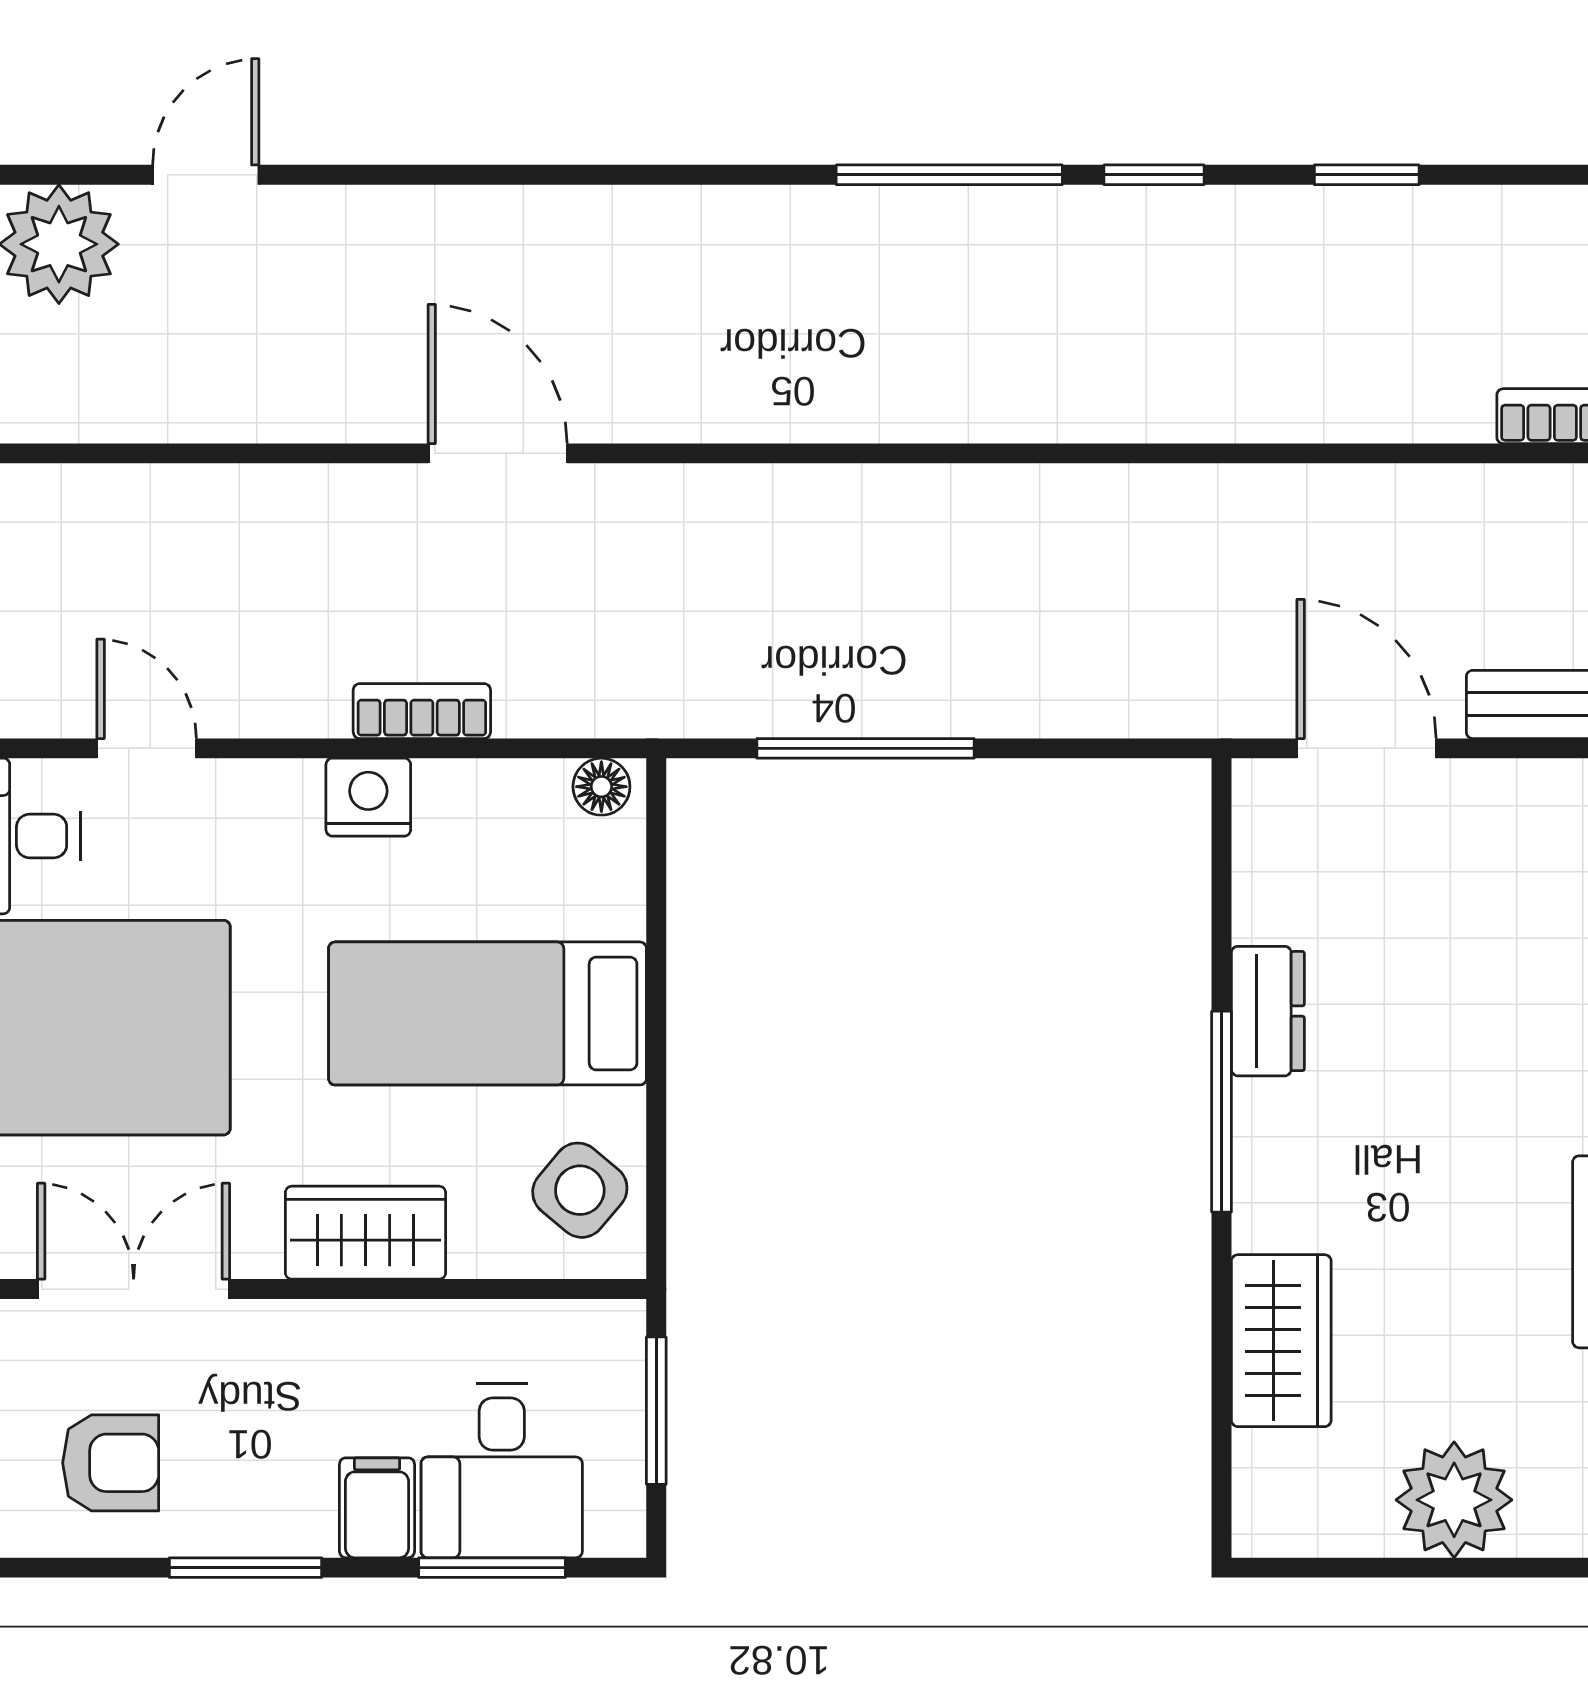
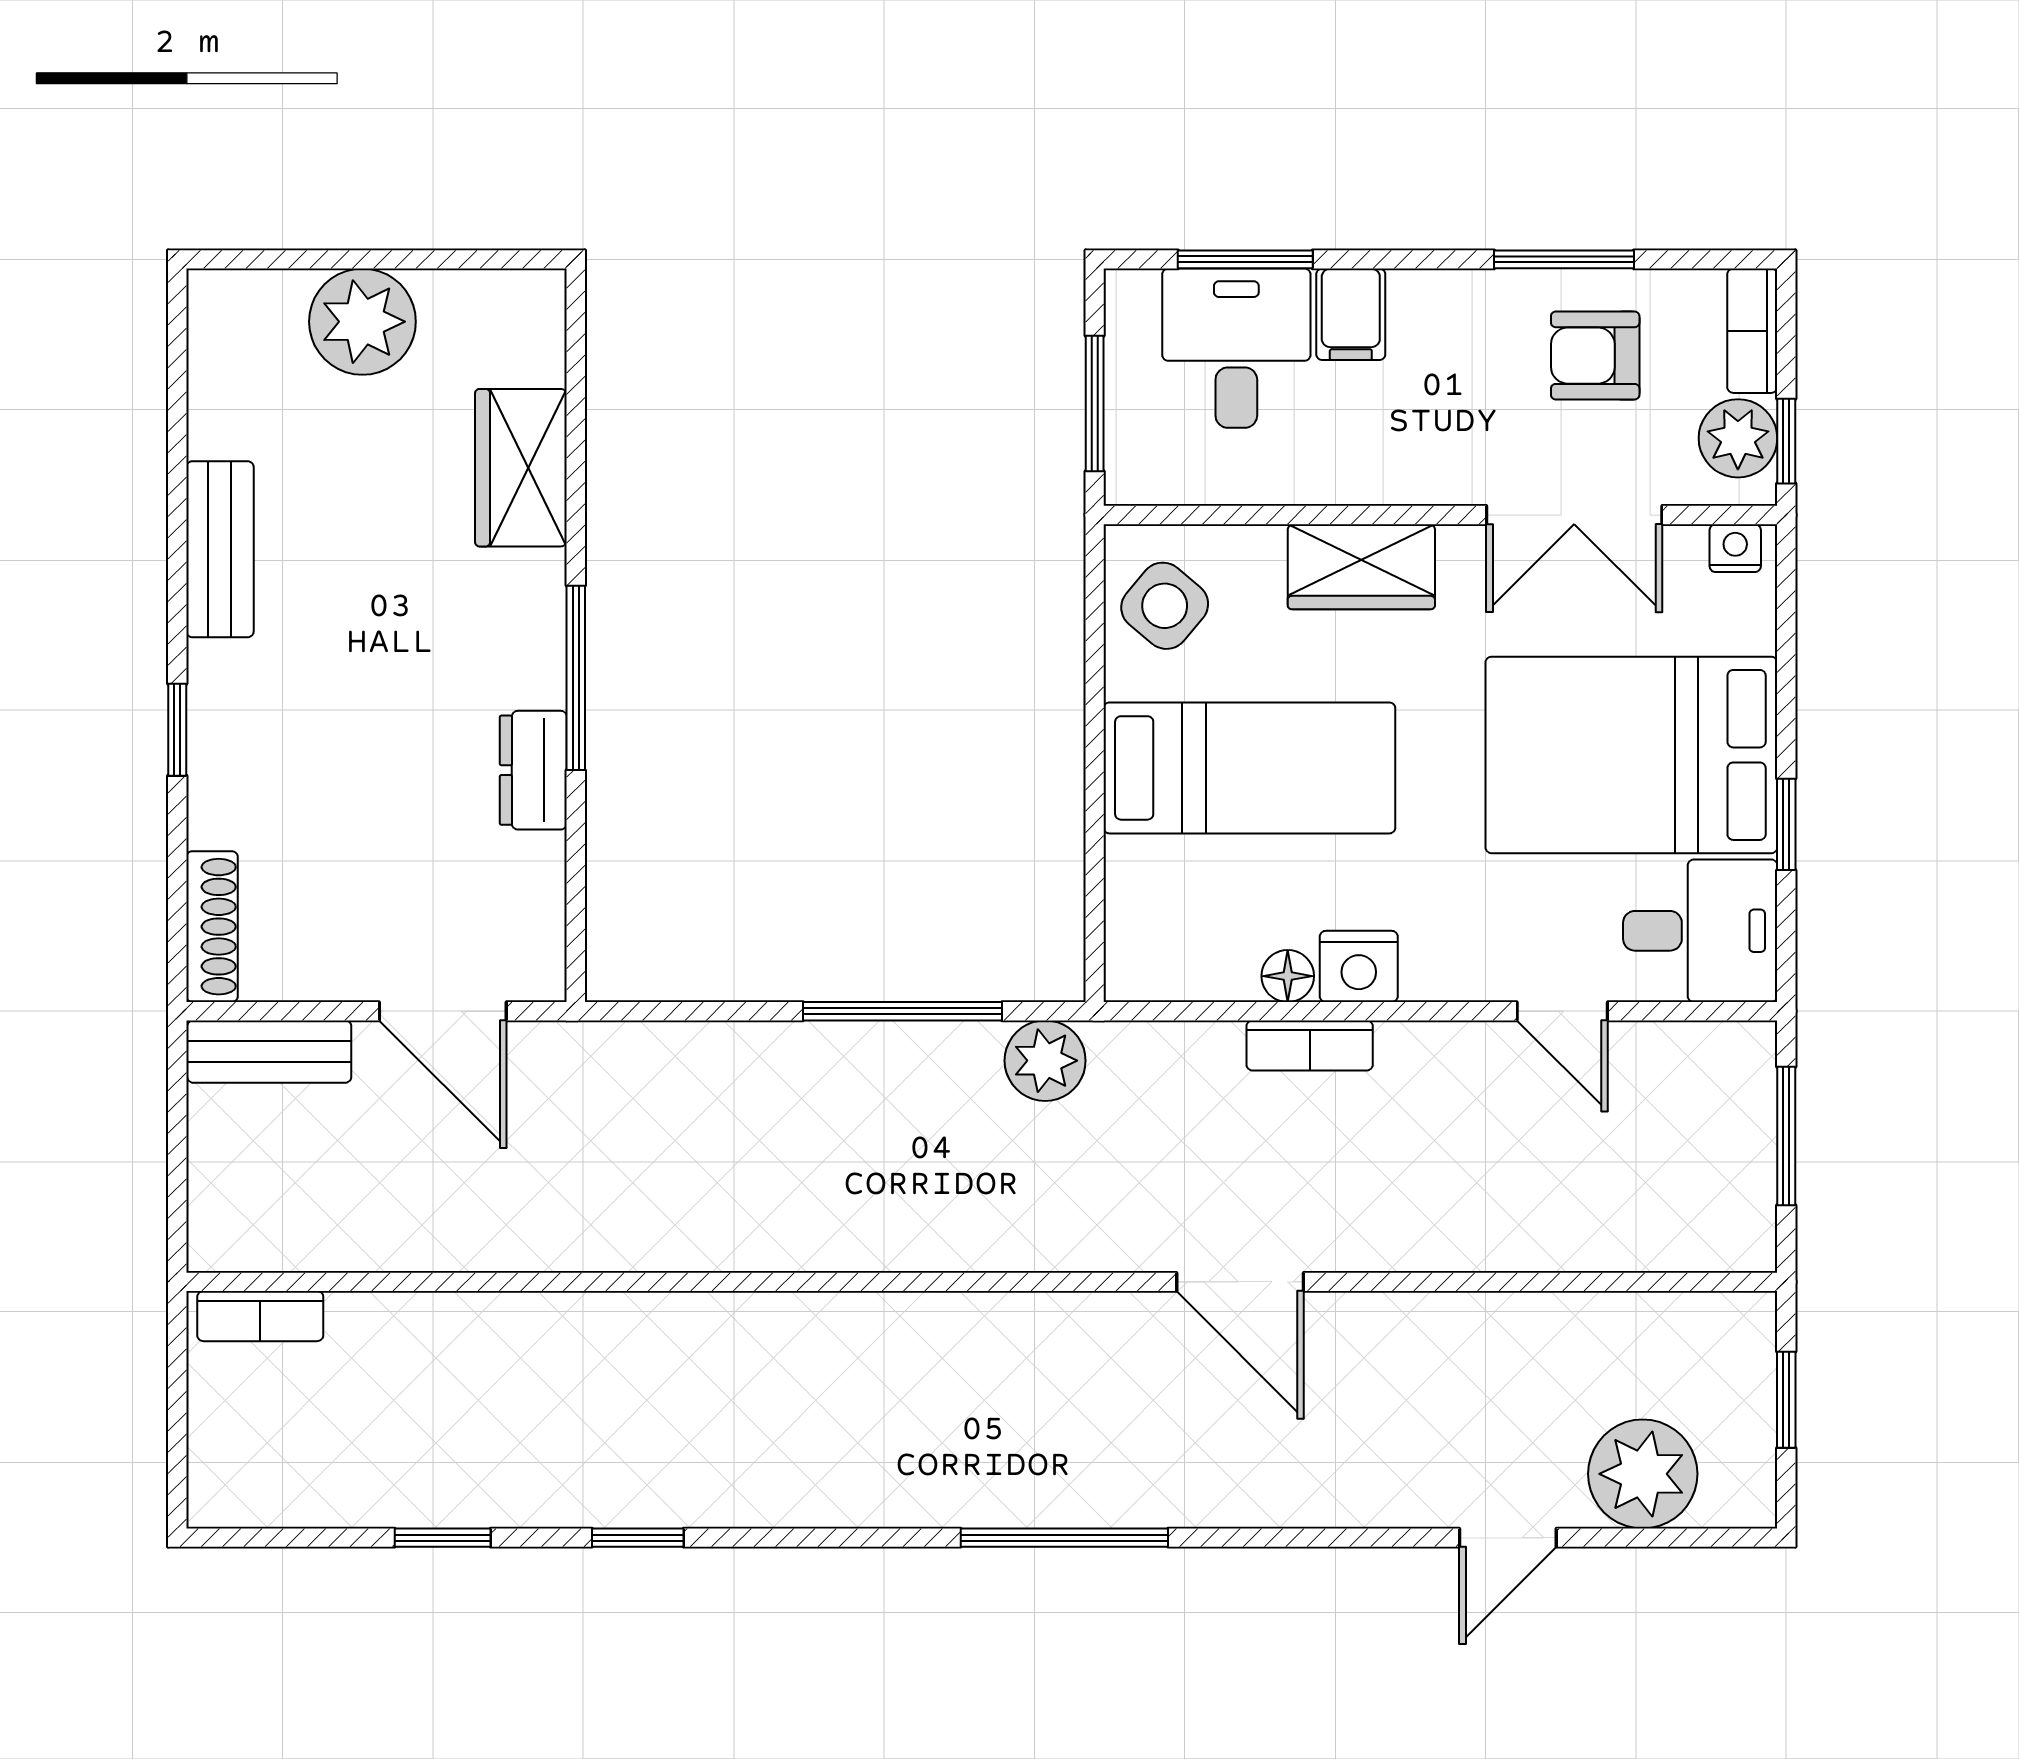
window: (949, 175) -> (1064, 1538), moved
plant: (710, 694) -> (1045, 1061), added
floor lamp: (601, 787) -> (1288, 976), moved
window: (245, 1568) -> (1564, 259), moved

